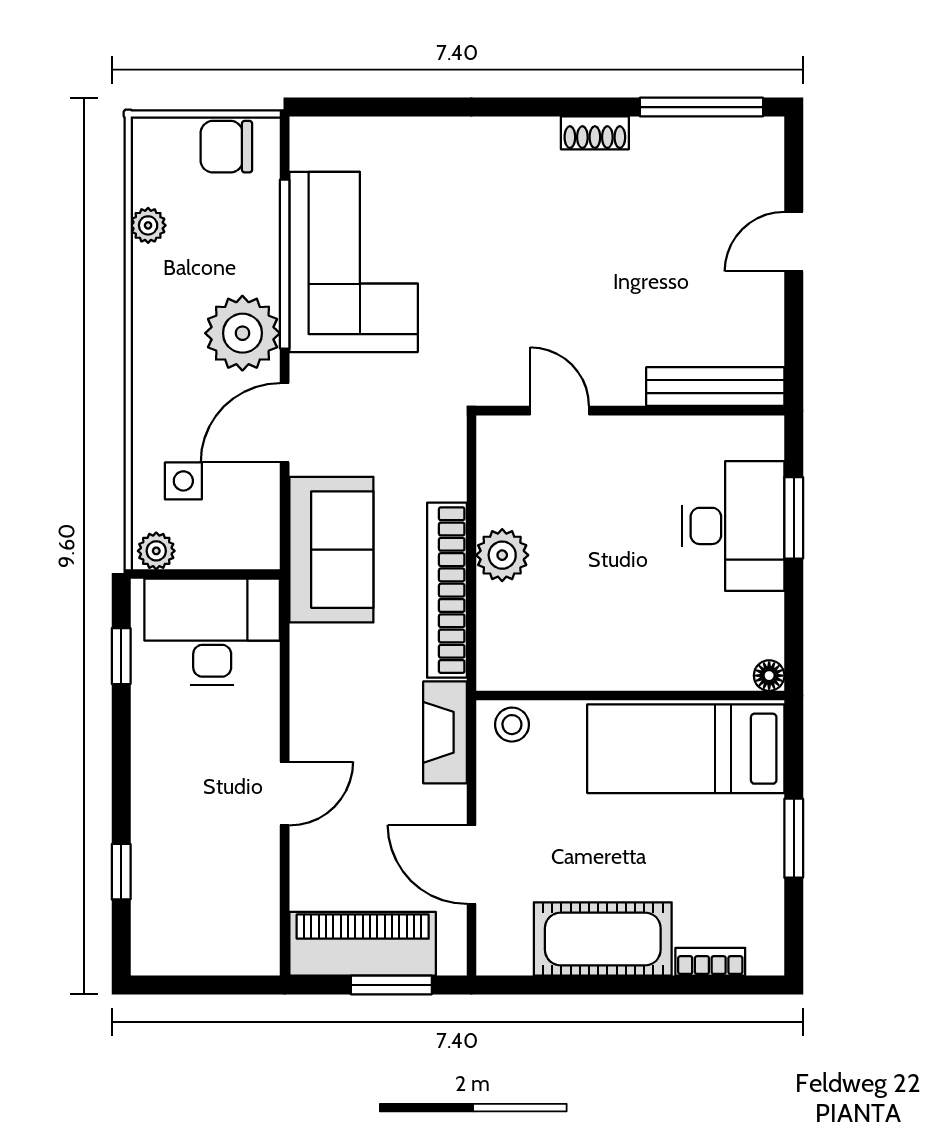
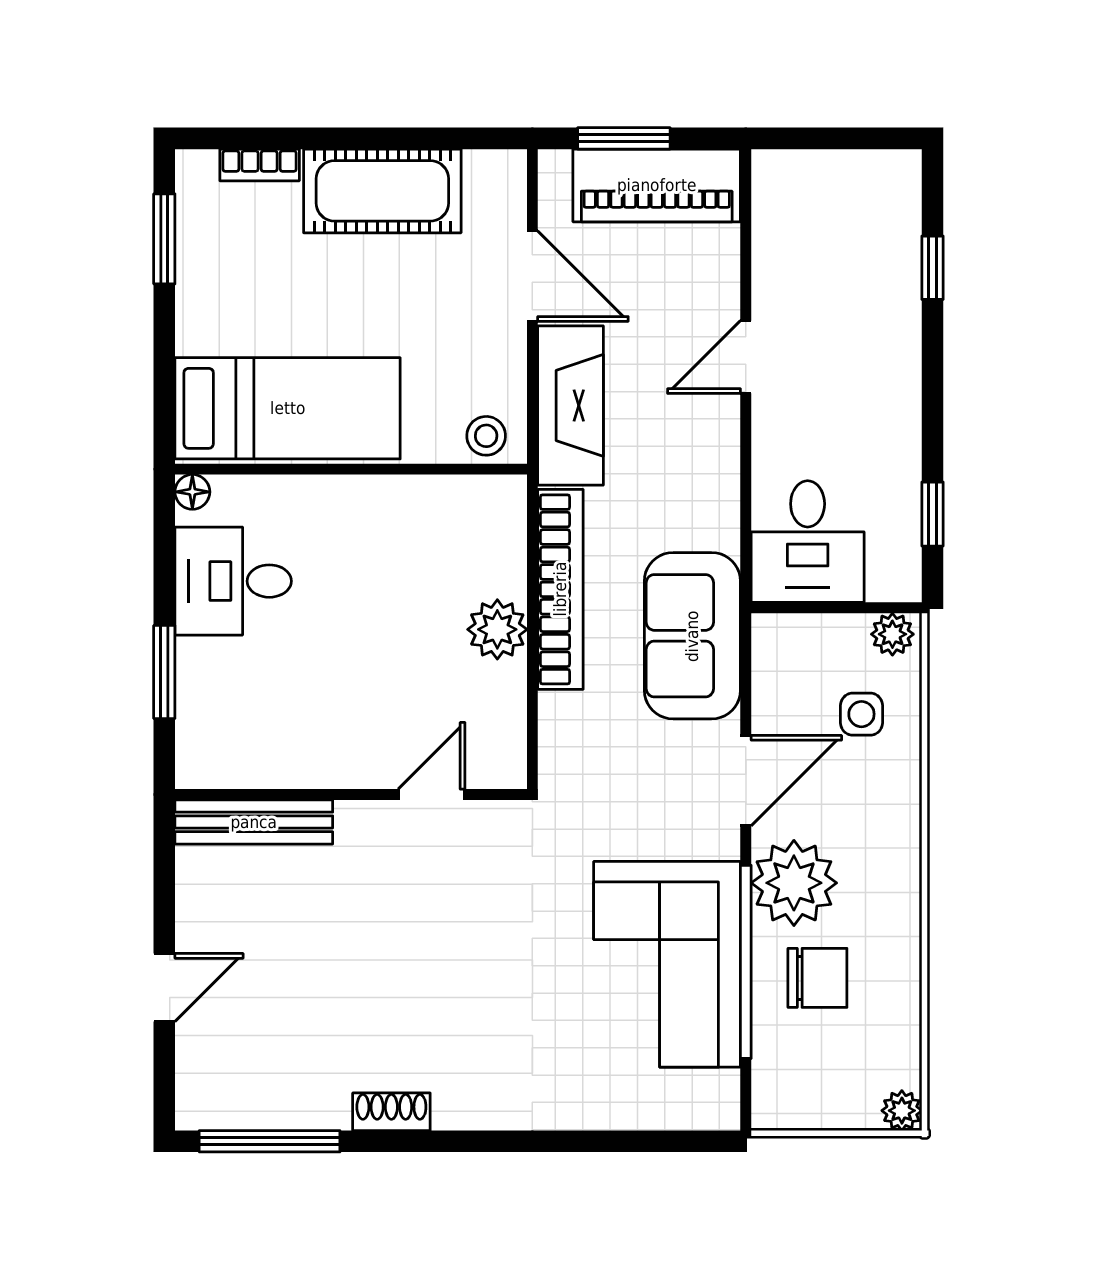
chair: (226, 147) -> (817, 978), moved
plant: (148, 225) -> (902, 1111), moved
door: (560, 411) -> (432, 795), swing flipped
desk: (733, 526) -> (233, 581), moved, width x0.73
desk: (212, 632) -> (808, 542), width x0.73
fireplace: (445, 732) -> (571, 405), width x1.37, depth x1.32
window: (794, 838) -> (164, 239), moved

